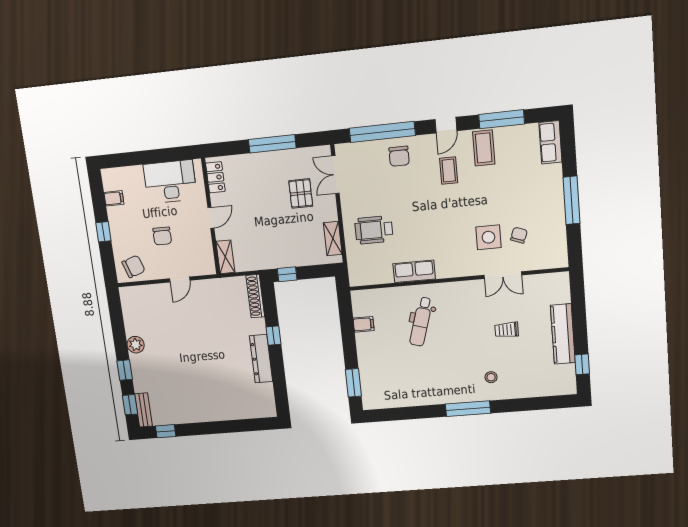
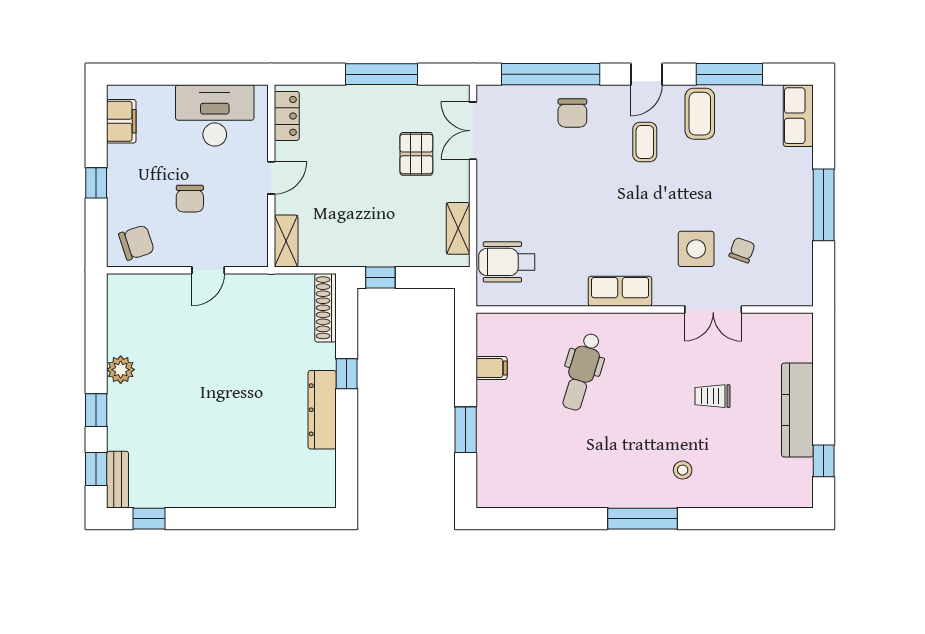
filing cabinet: (114, 198) -> (121, 121), width x2.00
wheelchair: (374, 230) -> (507, 262), moved
row of seats: (414, 271) -> (620, 291), moved
window: (353, 383) -> (466, 430), moved

